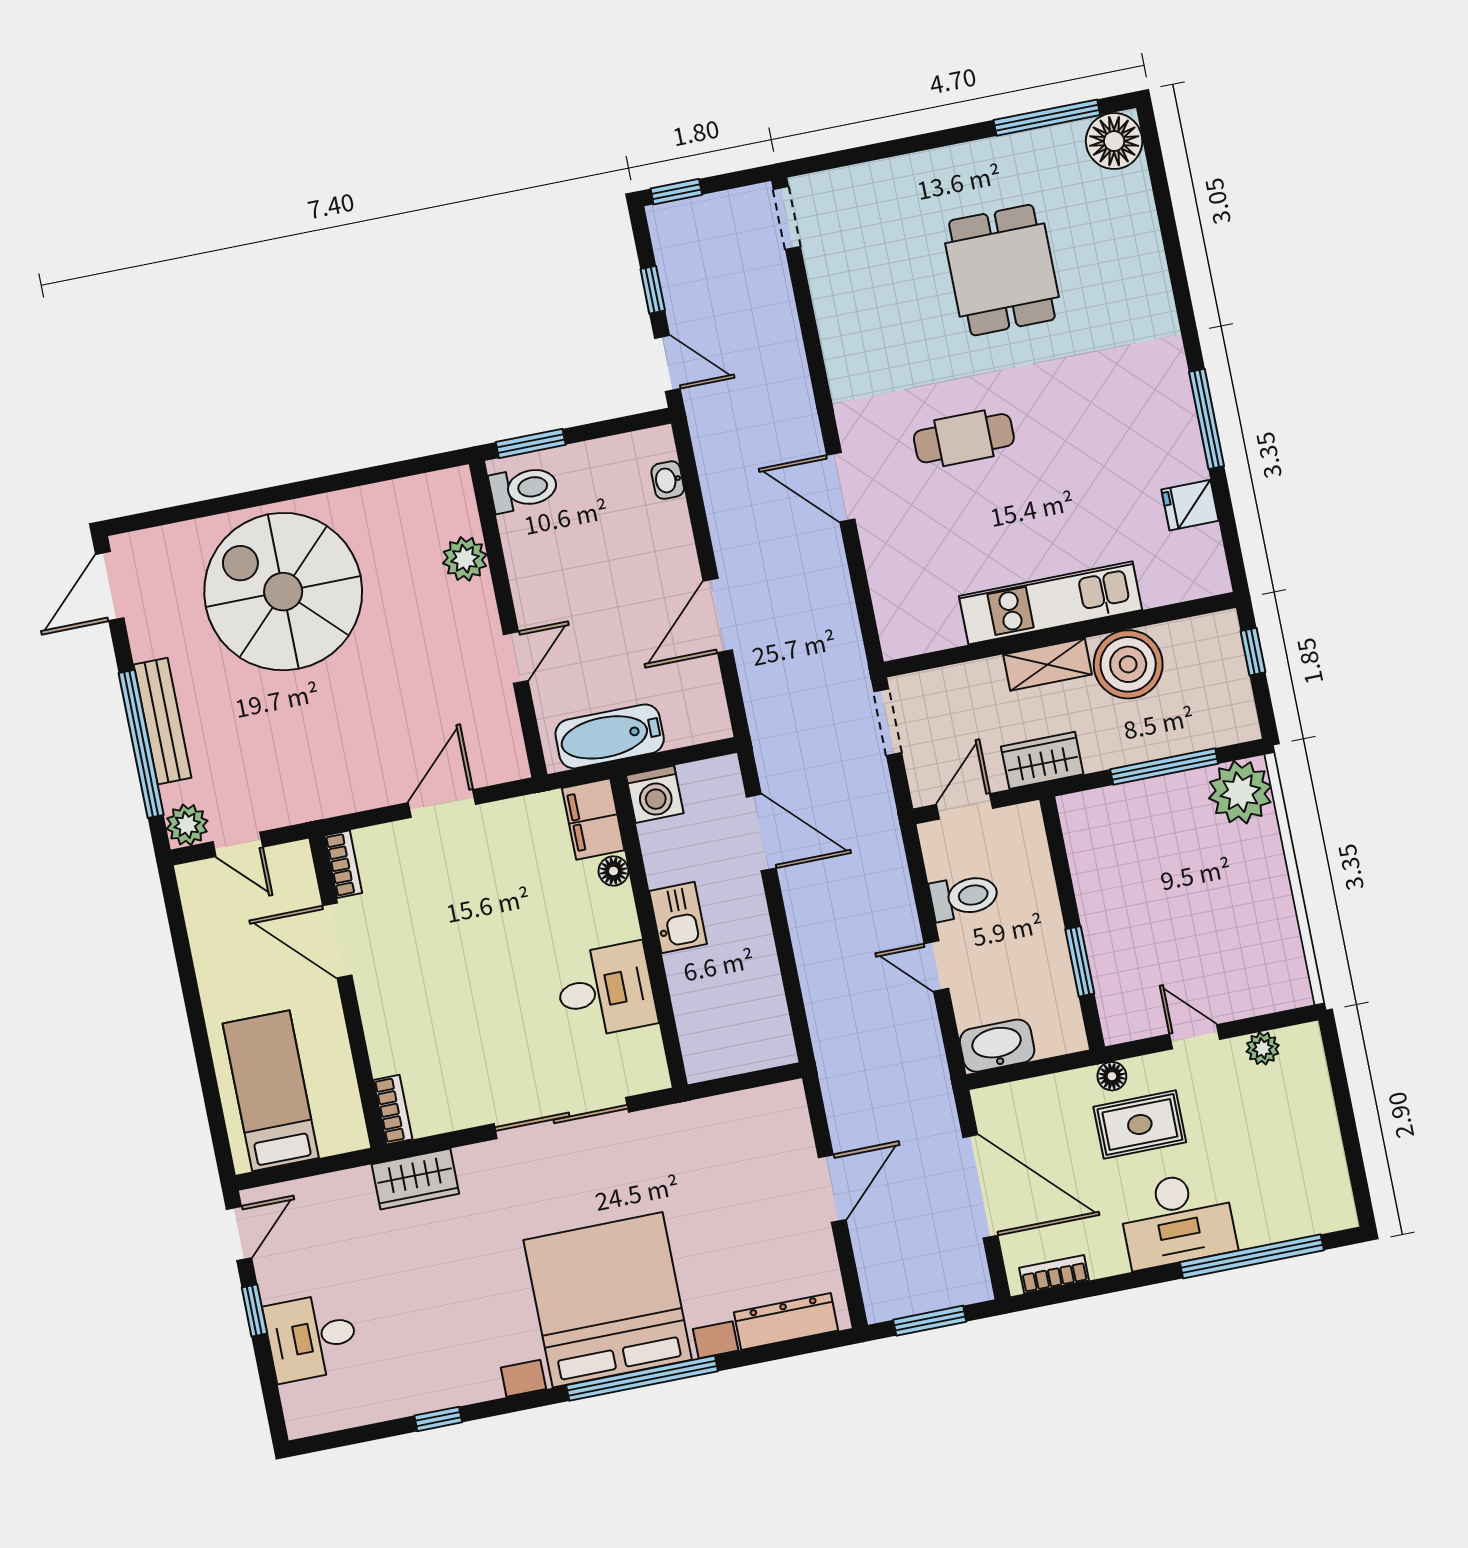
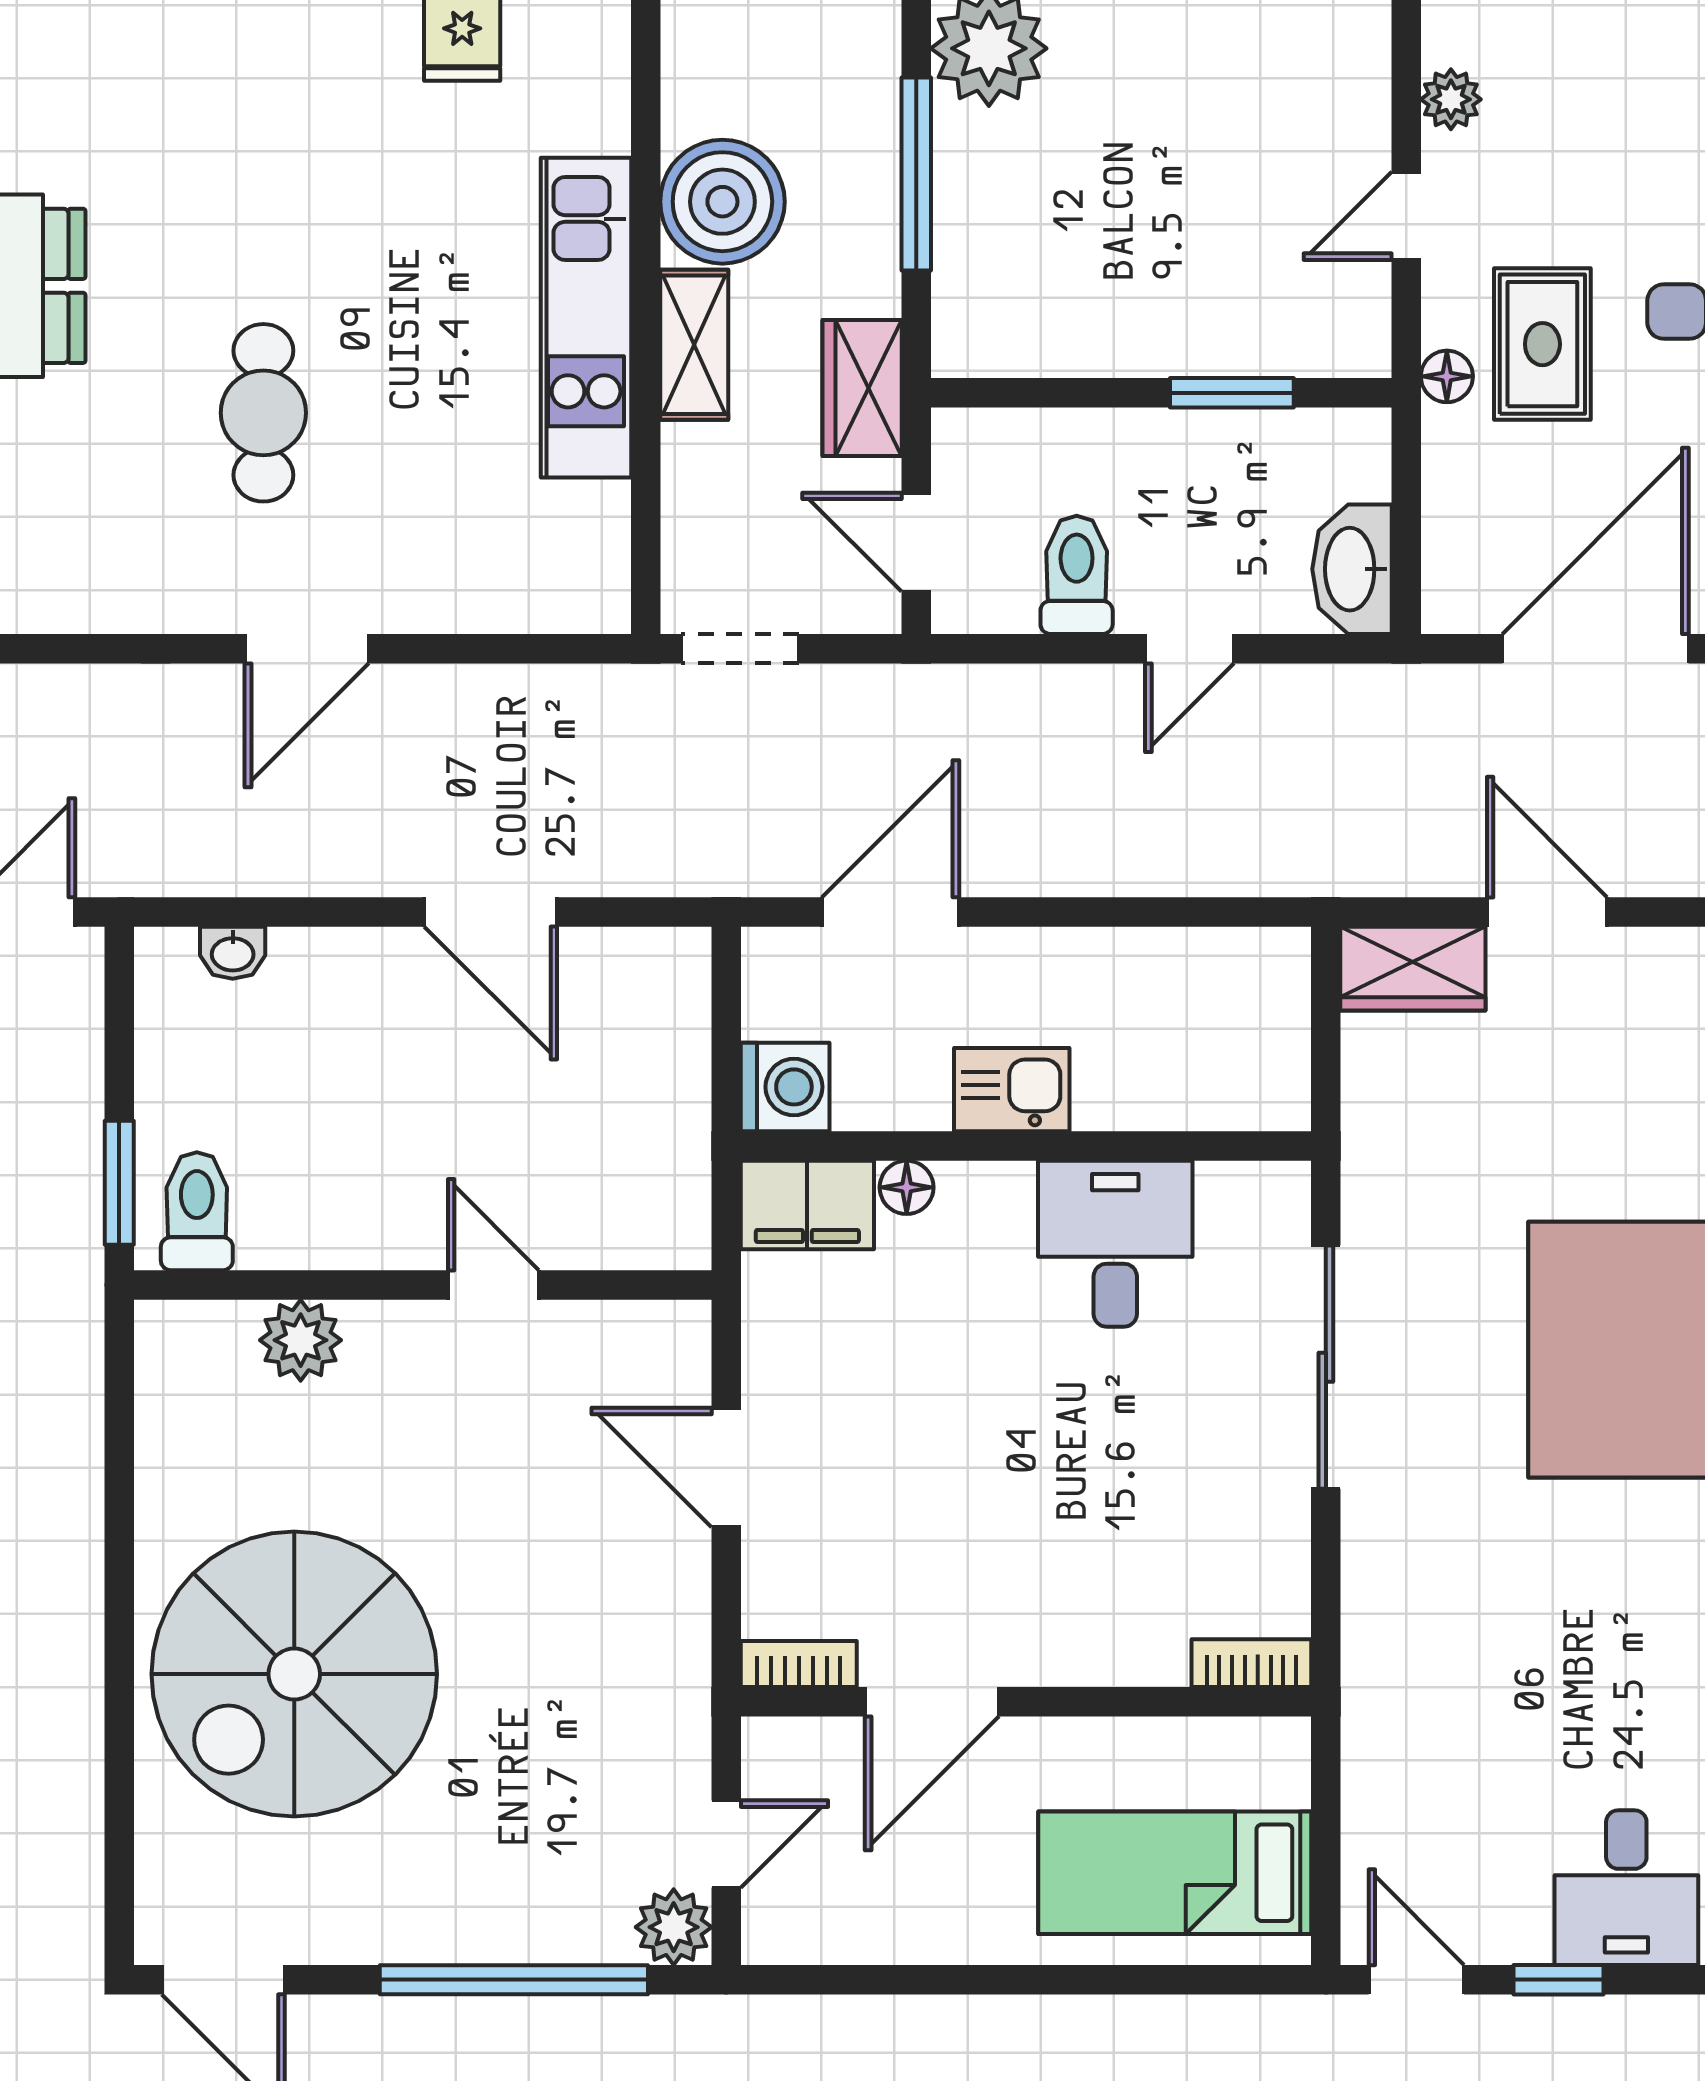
bench: (162, 721) -> (481, 1934), removed
bathtub: (610, 736) -> (667, 1147), removed
wardrobe: (415, 1179) -> (1413, 969), moved, turned 90

